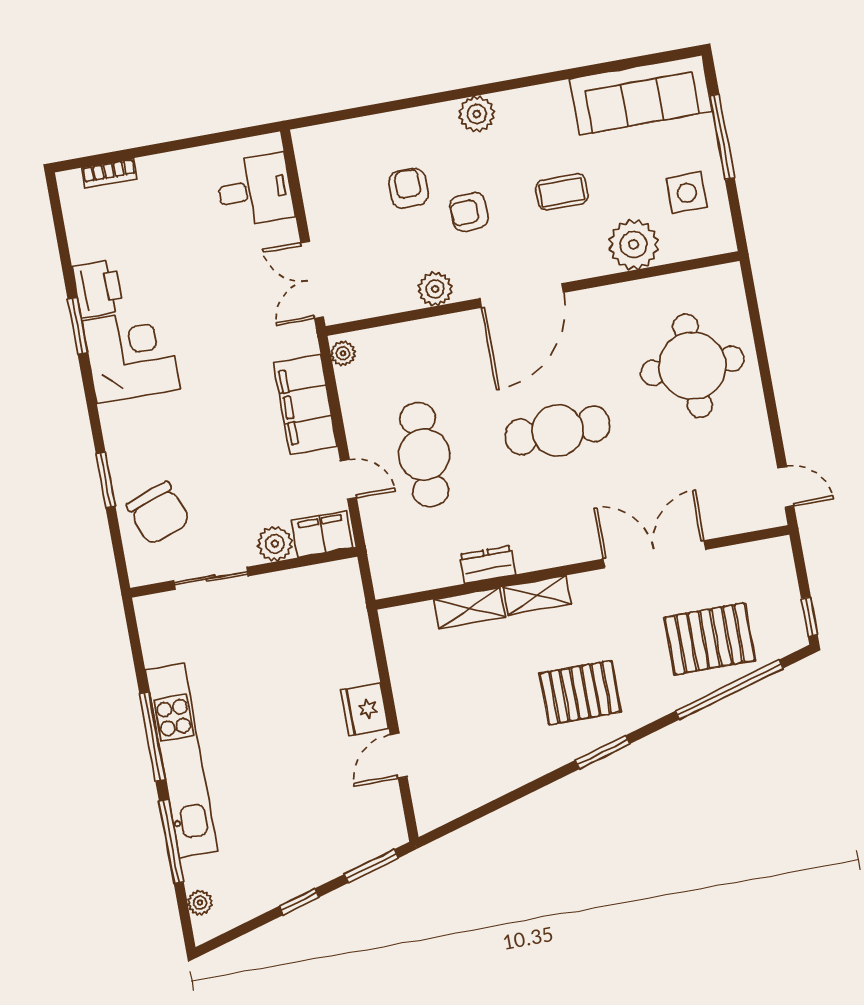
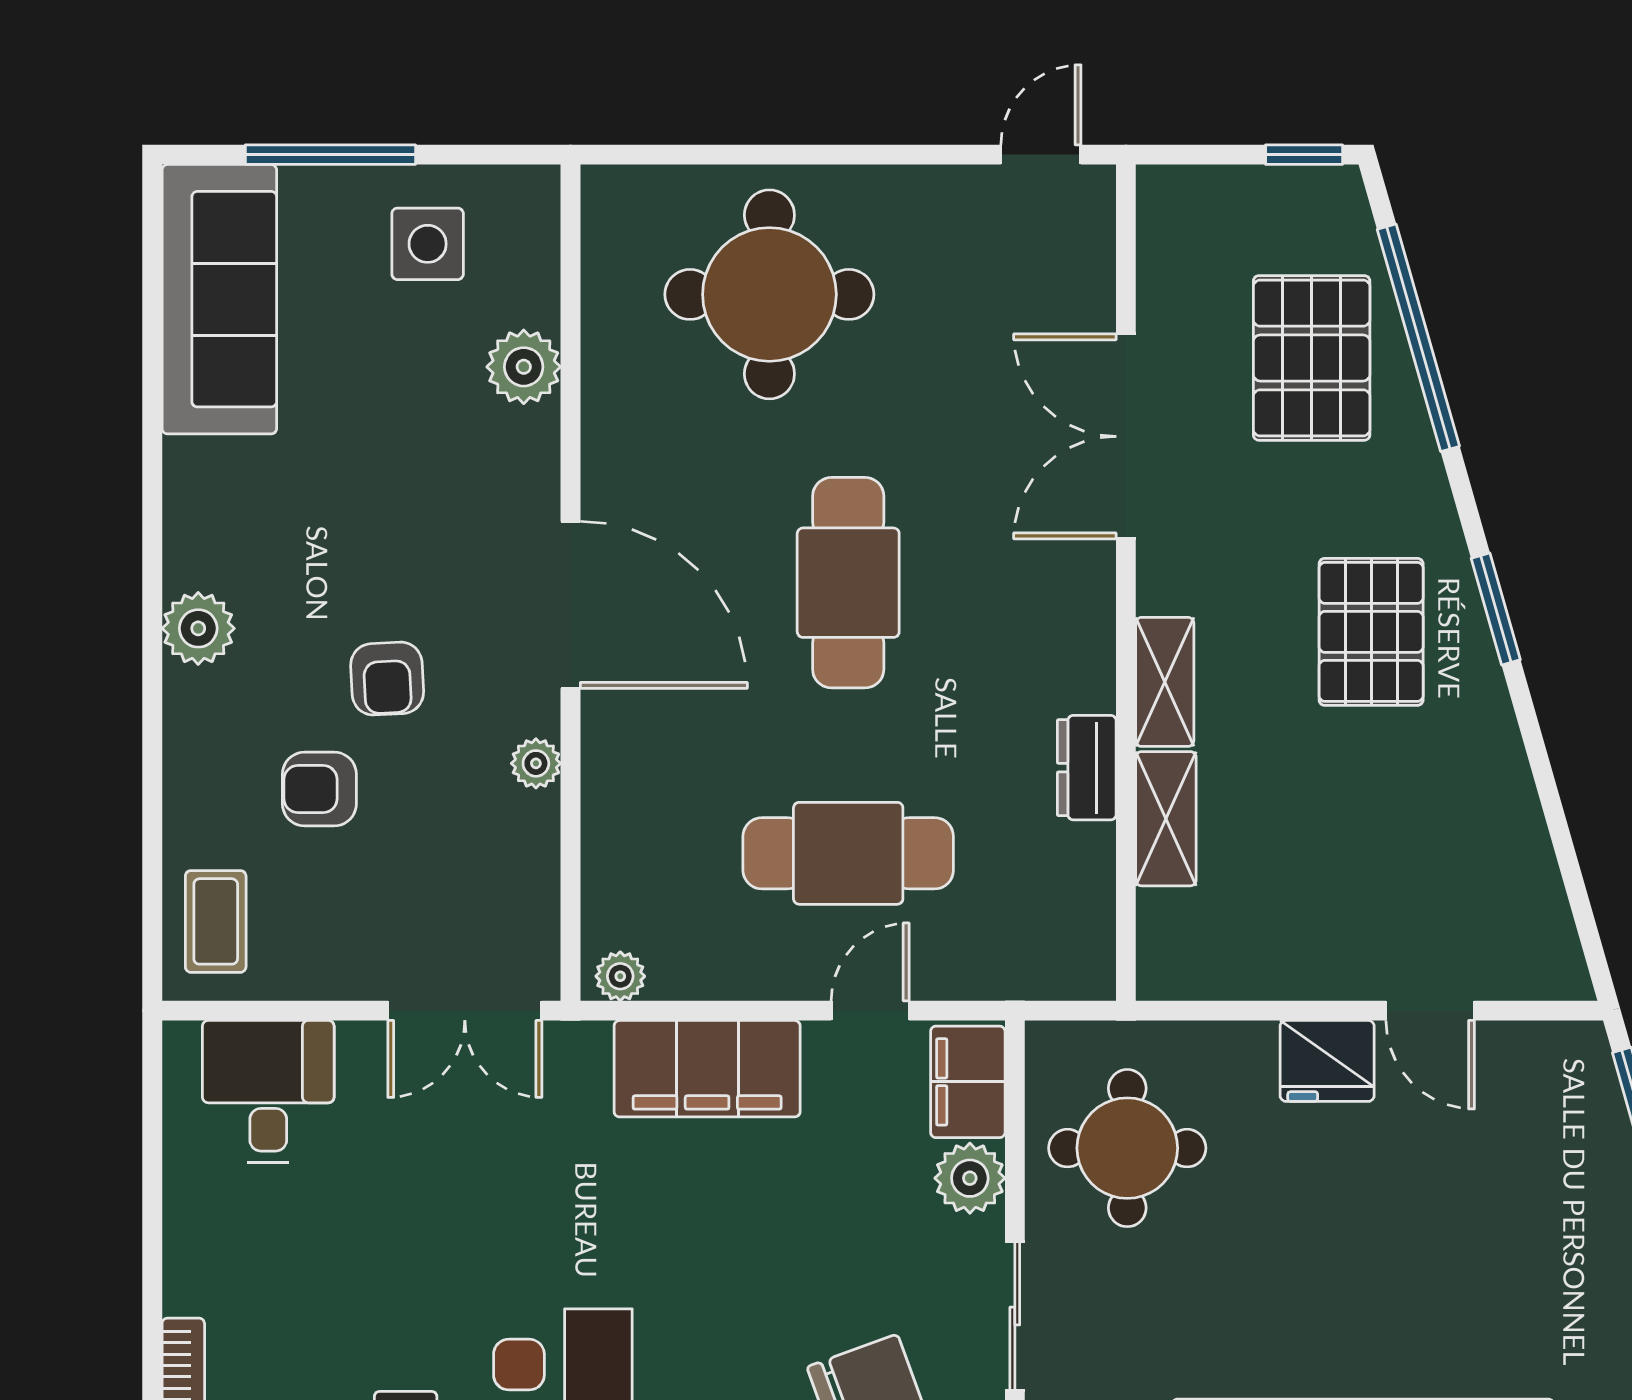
coffee table: (562, 192) -> (216, 921), moved
plant: (634, 244) -> (524, 367), width x0.73, depth x0.73
plant: (435, 289) -> (536, 763), width x0.73, depth x0.73
round table: (304, 619) -> (1127, 1148), added

